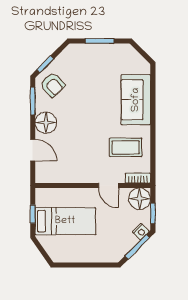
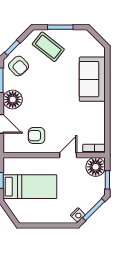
coffee table: (126, 147) -> (48, 47), moved, turned 38
armchair: (73, 163) -> (37, 136), added
door: (108, 185) -> (68, 155), swing flipped
nightstand: (141, 232) -> (78, 215), moved

